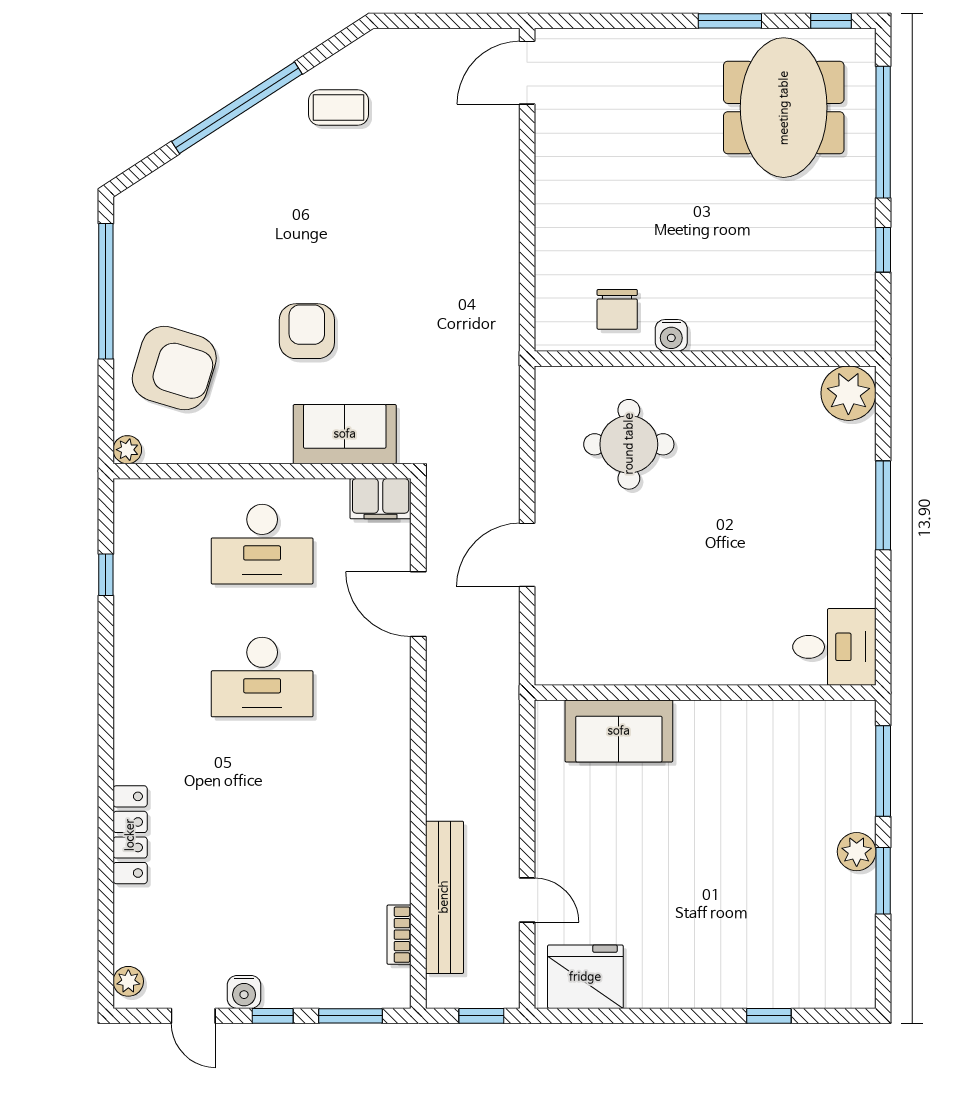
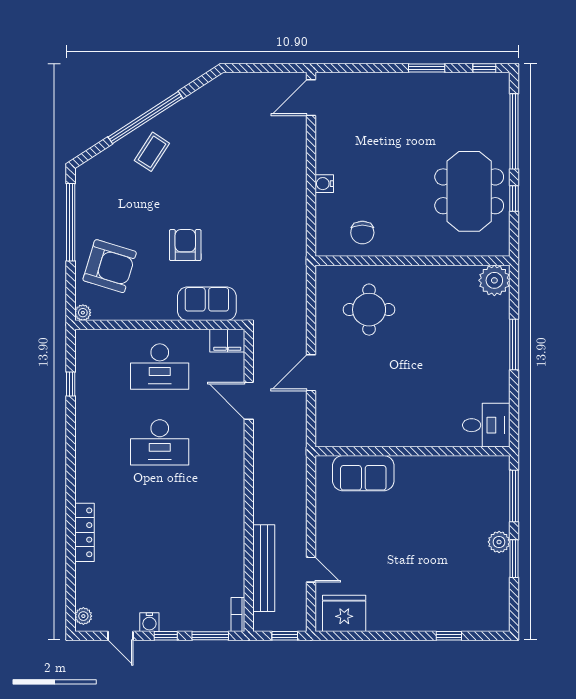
coffee table: (338, 108) -> (152, 152), moved, turned -57
meeting table: (784, 108) -> (469, 191), moved
water cooler: (671, 335) -> (324, 184), moved, turned 90
bookcase: (399, 935) -> (238, 615), moved

